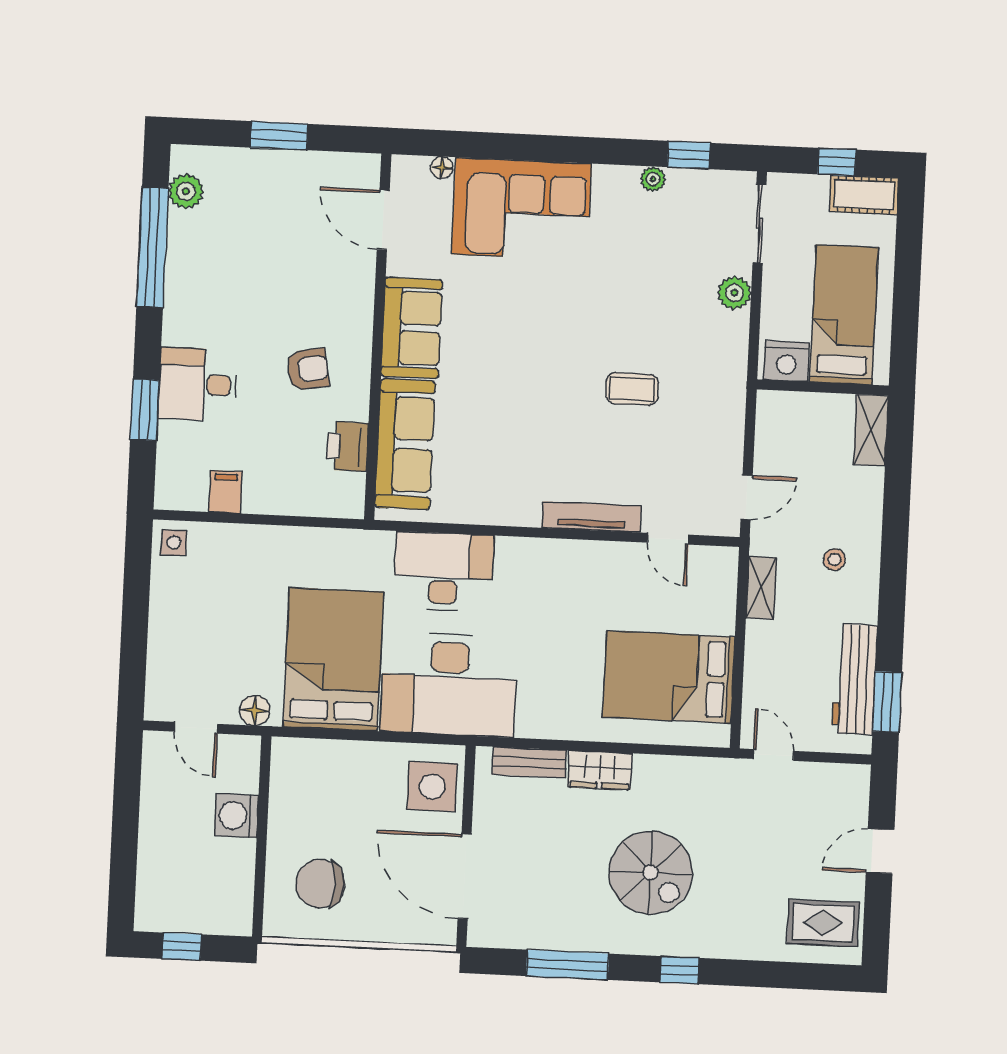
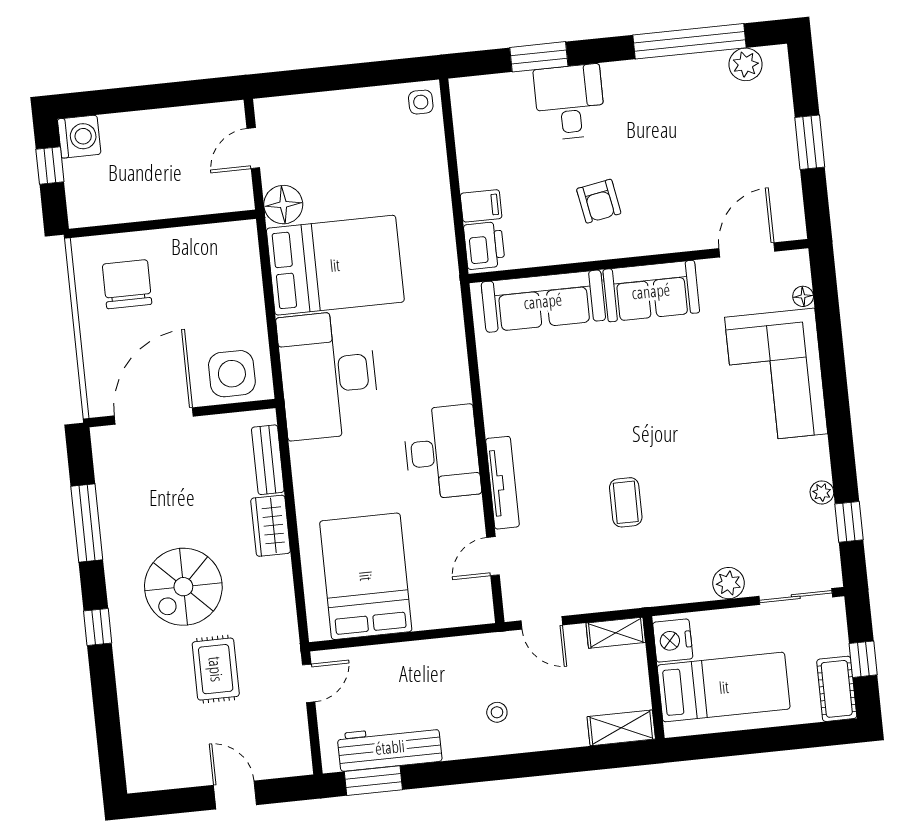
printer: (348, 446) -> (484, 245), moved, turned 90
filing cabinet: (225, 492) -> (481, 206), moved
desk: (444, 571) -> (442, 452), moved
shelving: (761, 588) -> (616, 633), moved
floor lamp: (255, 710) -> (283, 205), width x1.38, depth x1.38
washing machine: (236, 816) -> (79, 137), moved, turned 90
rug: (823, 923) -> (216, 669), moved

